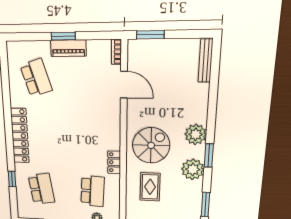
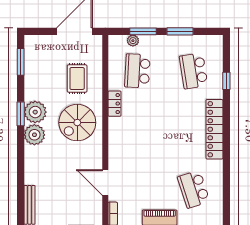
plant: (193, 169) -> (35, 112), moved

